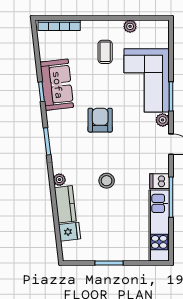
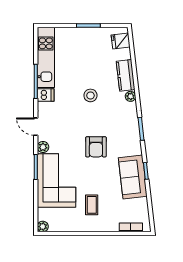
bookcase: (59, 25) -> (131, 227), width x0.64
plant: (130, 26) -> (43, 227), moved
fridge: (70, 232) -> (121, 41), moved

